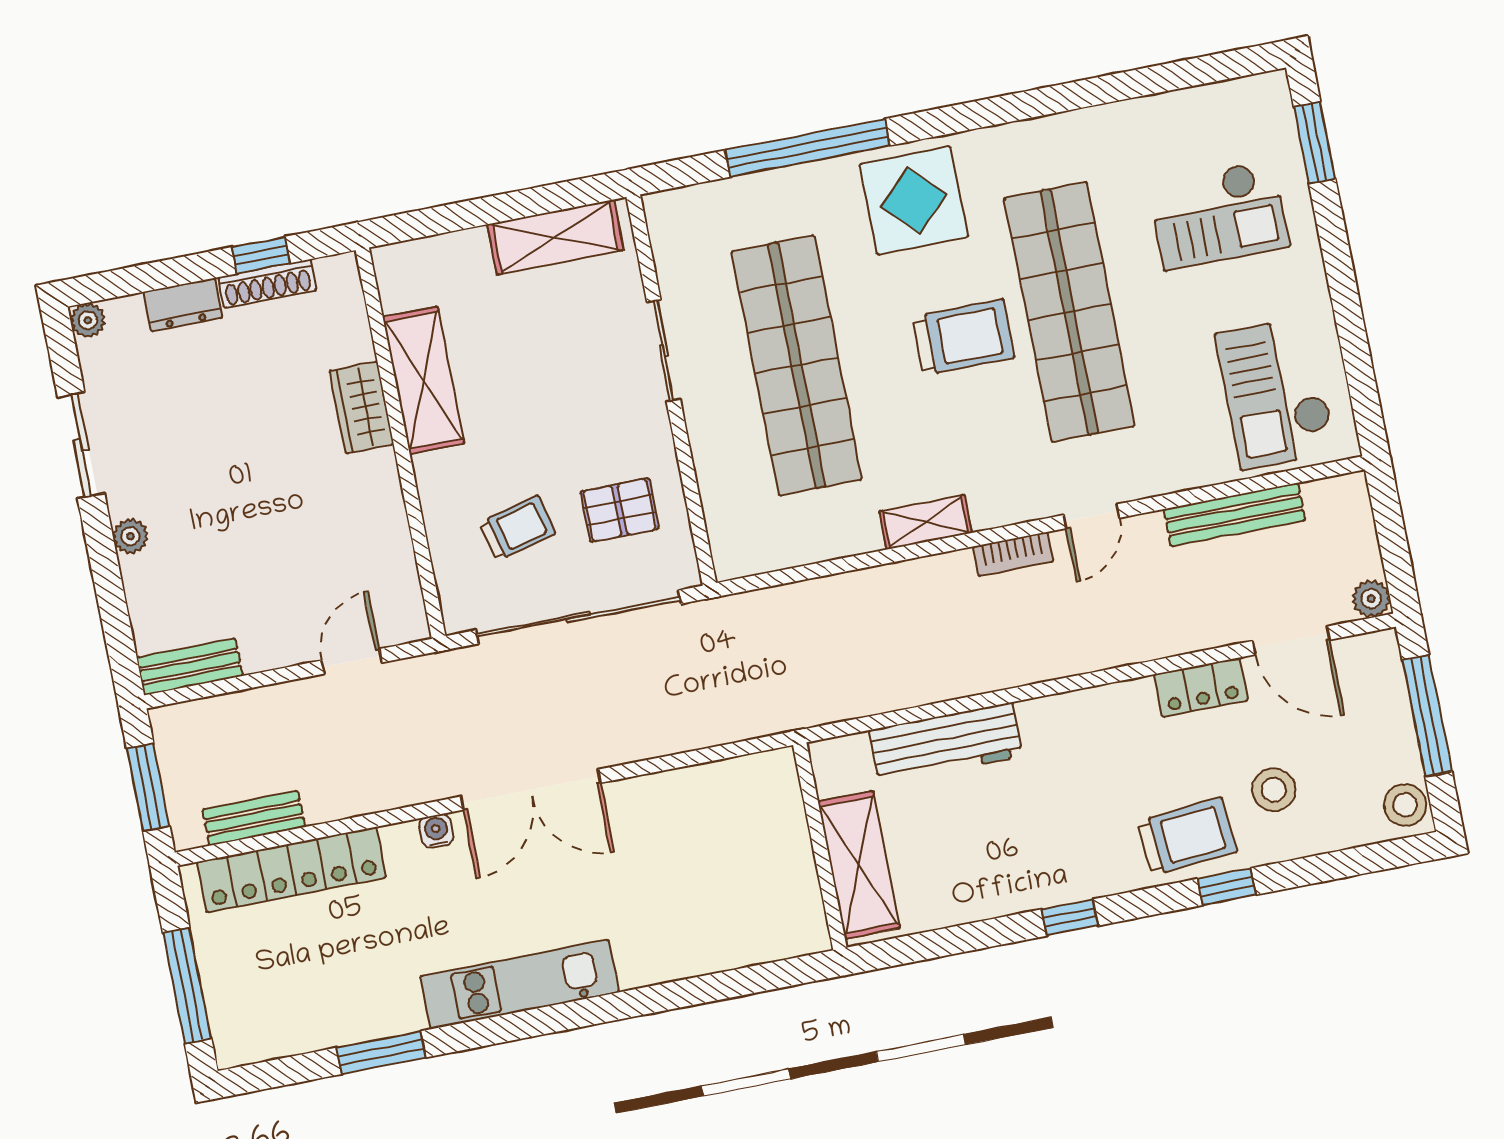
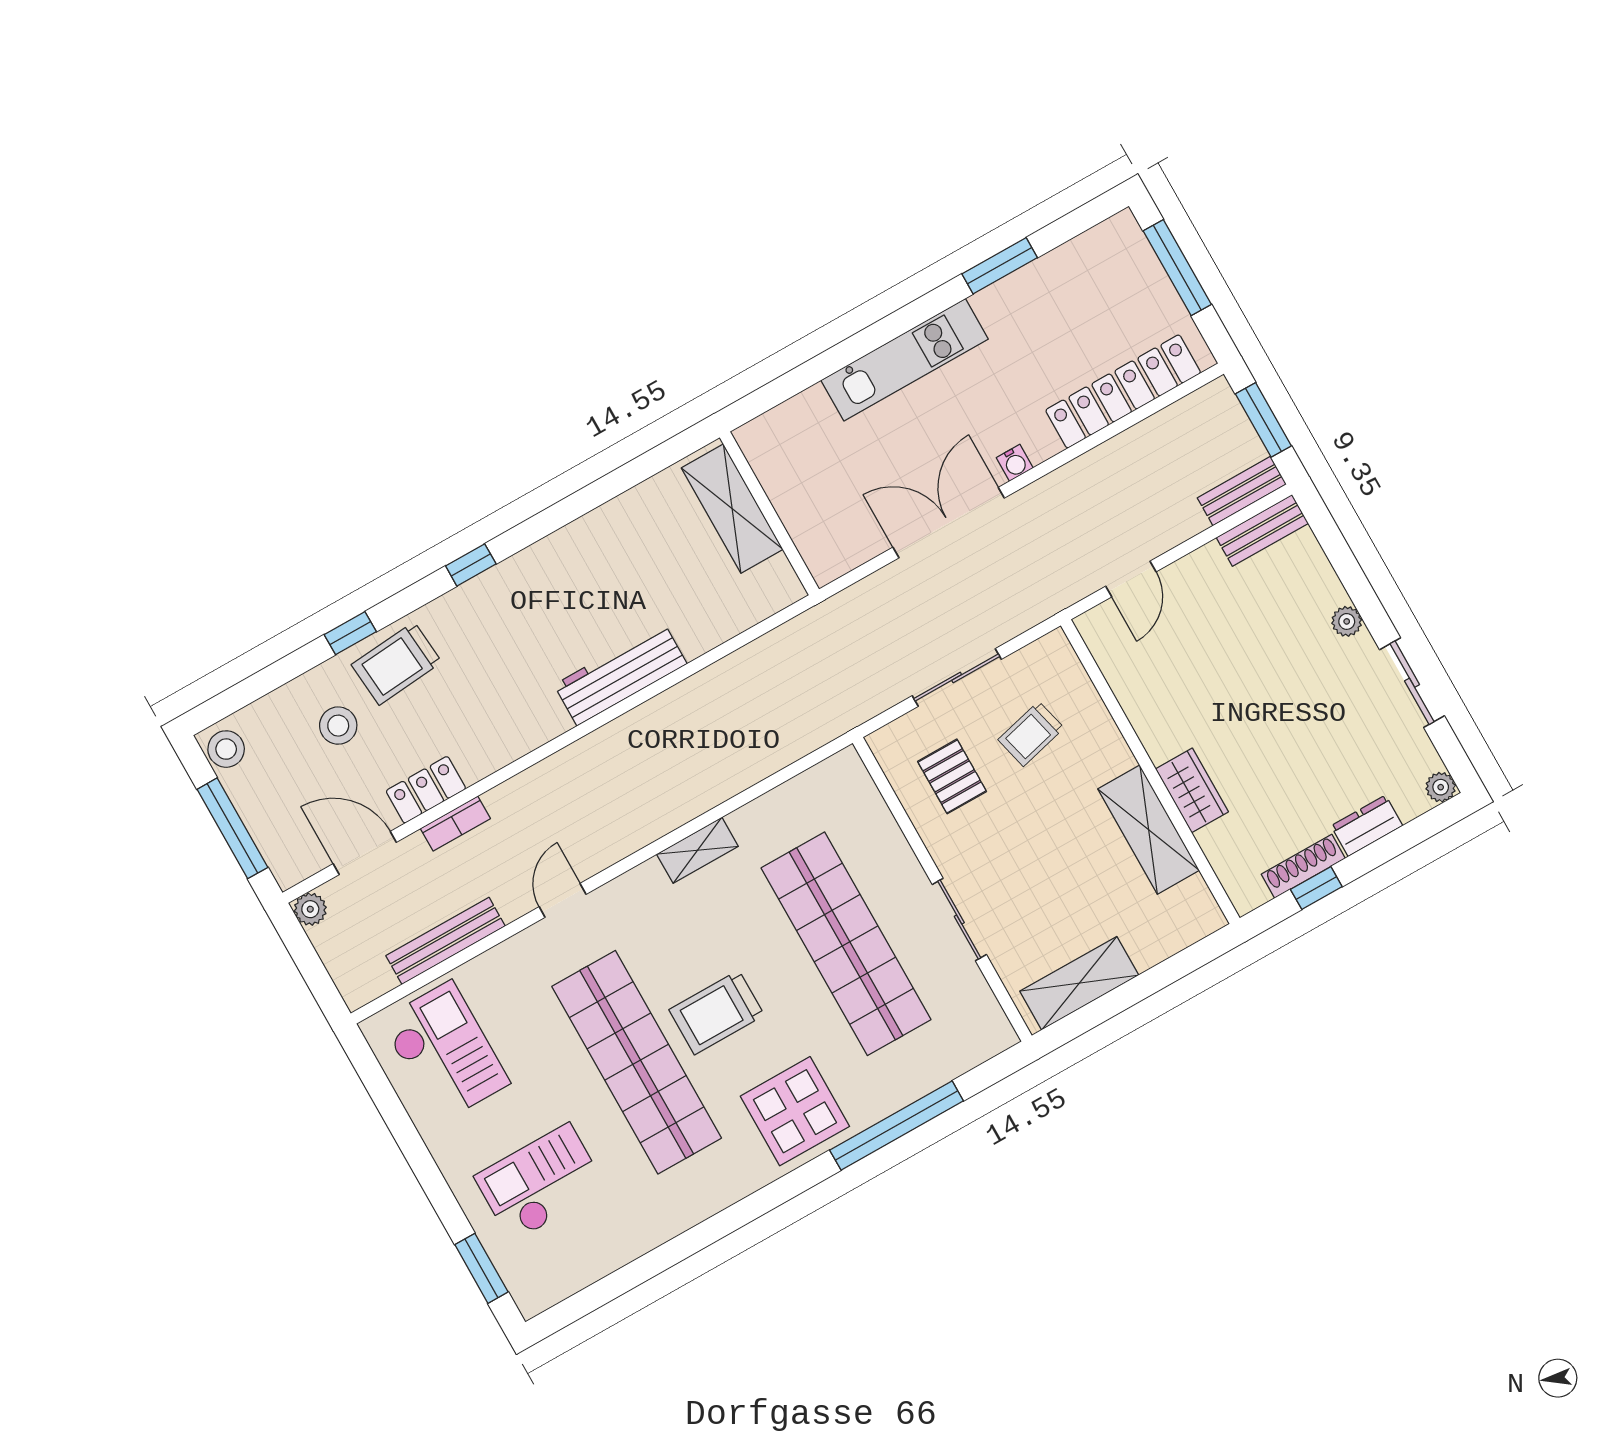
pallet: (619, 510) -> (952, 776), turned 90
bookcase: (1013, 554) -> (455, 824), moved, turned 180
sliding door: (578, 617) -> (957, 677), width x0.54
bench: (254, 818) -> (1242, 491), moved
wall: (820, 846) -> (769, 513), moved
shelving: (859, 865) -> (732, 509), moved

